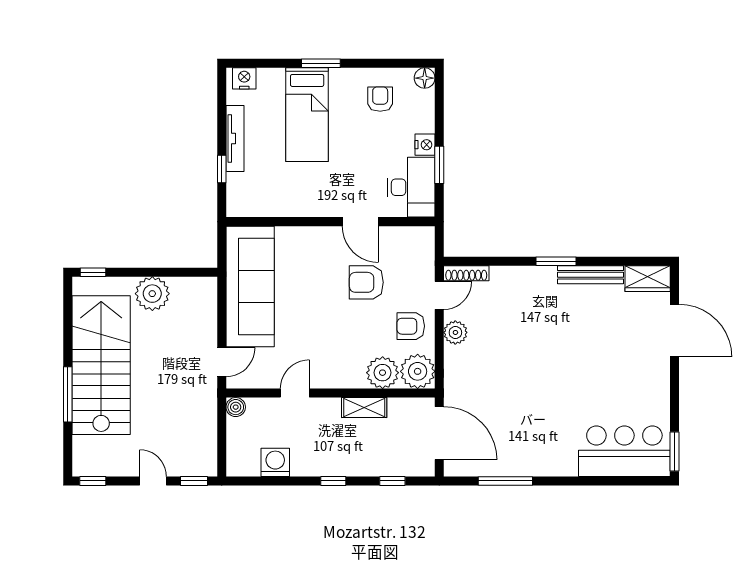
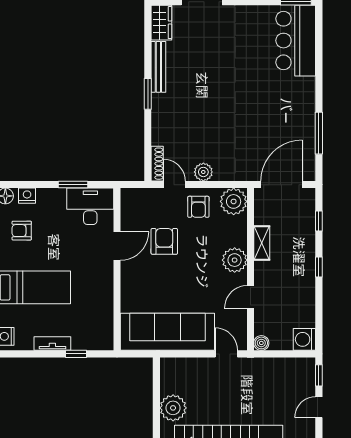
tv unit: (235, 139) -> (52, 343), width x0.71
nightstand: (425, 145) -> (27, 196), moved
armchair: (366, 282) -> (164, 241), turned 180
plant: (383, 373) -> (235, 260), moved
door: (295, 393) -> (250, 297), hinge flipped
washing machine: (275, 462) -> (304, 339), moved

